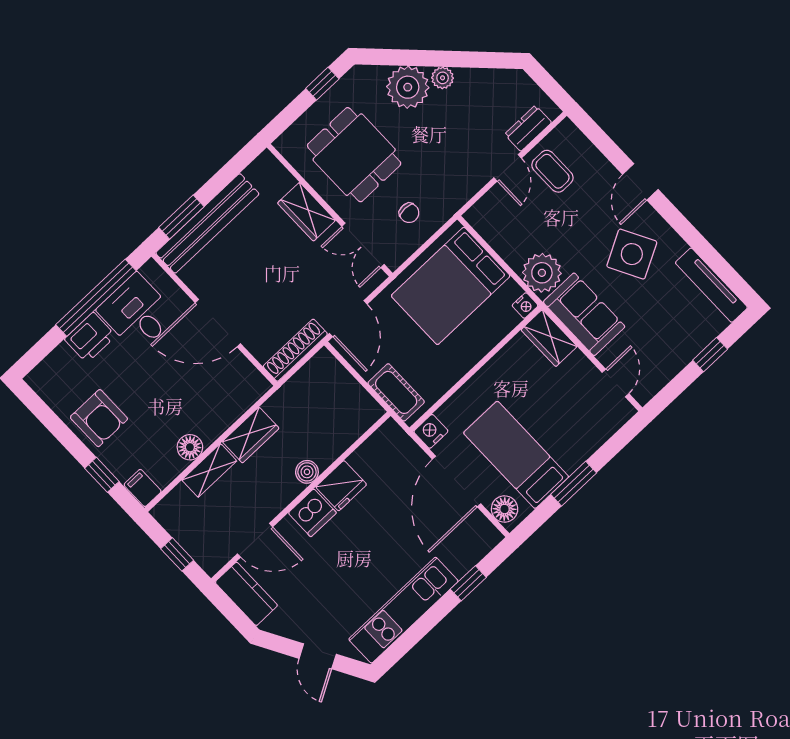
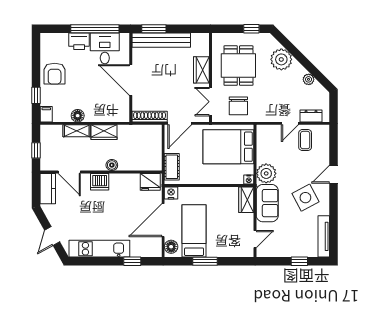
plant: (443, 78) -> (309, 79), moved
chair: (409, 213) -> (238, 106), width x1.87, depth x1.87
fridge: (341, 486) -> (150, 182), moved

